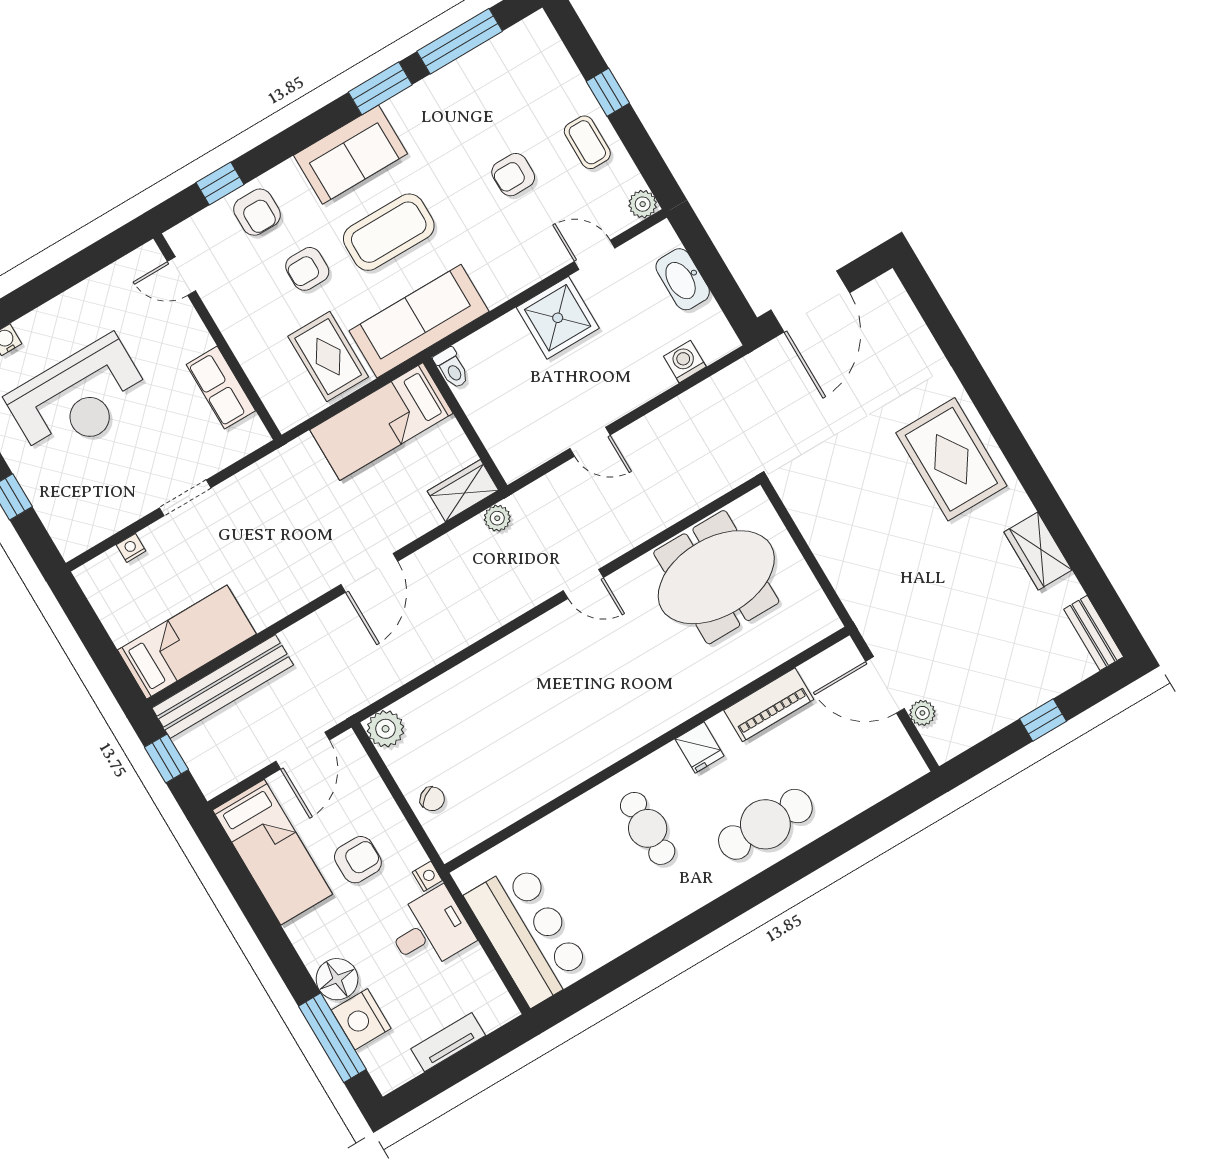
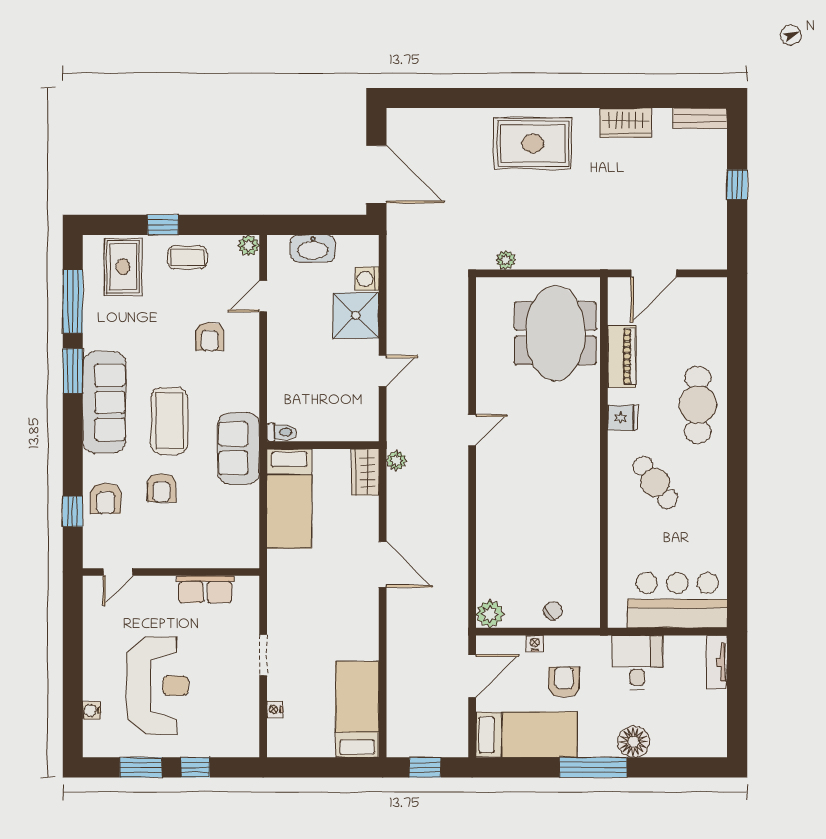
sofa: (350, 155) -> (104, 402), width x1.36
armchair: (513, 175) -> (209, 336), moved
armchair: (257, 212) -> (106, 498), turned 90
shower: (558, 318) -> (356, 315), moved
sofa: (419, 321) -> (239, 448), width x0.73
rug: (328, 357) -> (123, 267), moved, turned 90
meeting table: (716, 577) -> (555, 333), moved
bench: (223, 686) -> (400, 703), removed
plant: (922, 713) -> (506, 260), moved
door: (303, 751) -> (472, 676), hinge flipped
cafe table: (648, 828) -> (655, 482), turned 53
nightstand: (427, 876) -> (535, 644), moved
nightstand: (361, 1019) -> (669, 742), removed
window: (332, 1038) -> (593, 767), moved
tv unit: (448, 1042) -> (717, 662), moved

